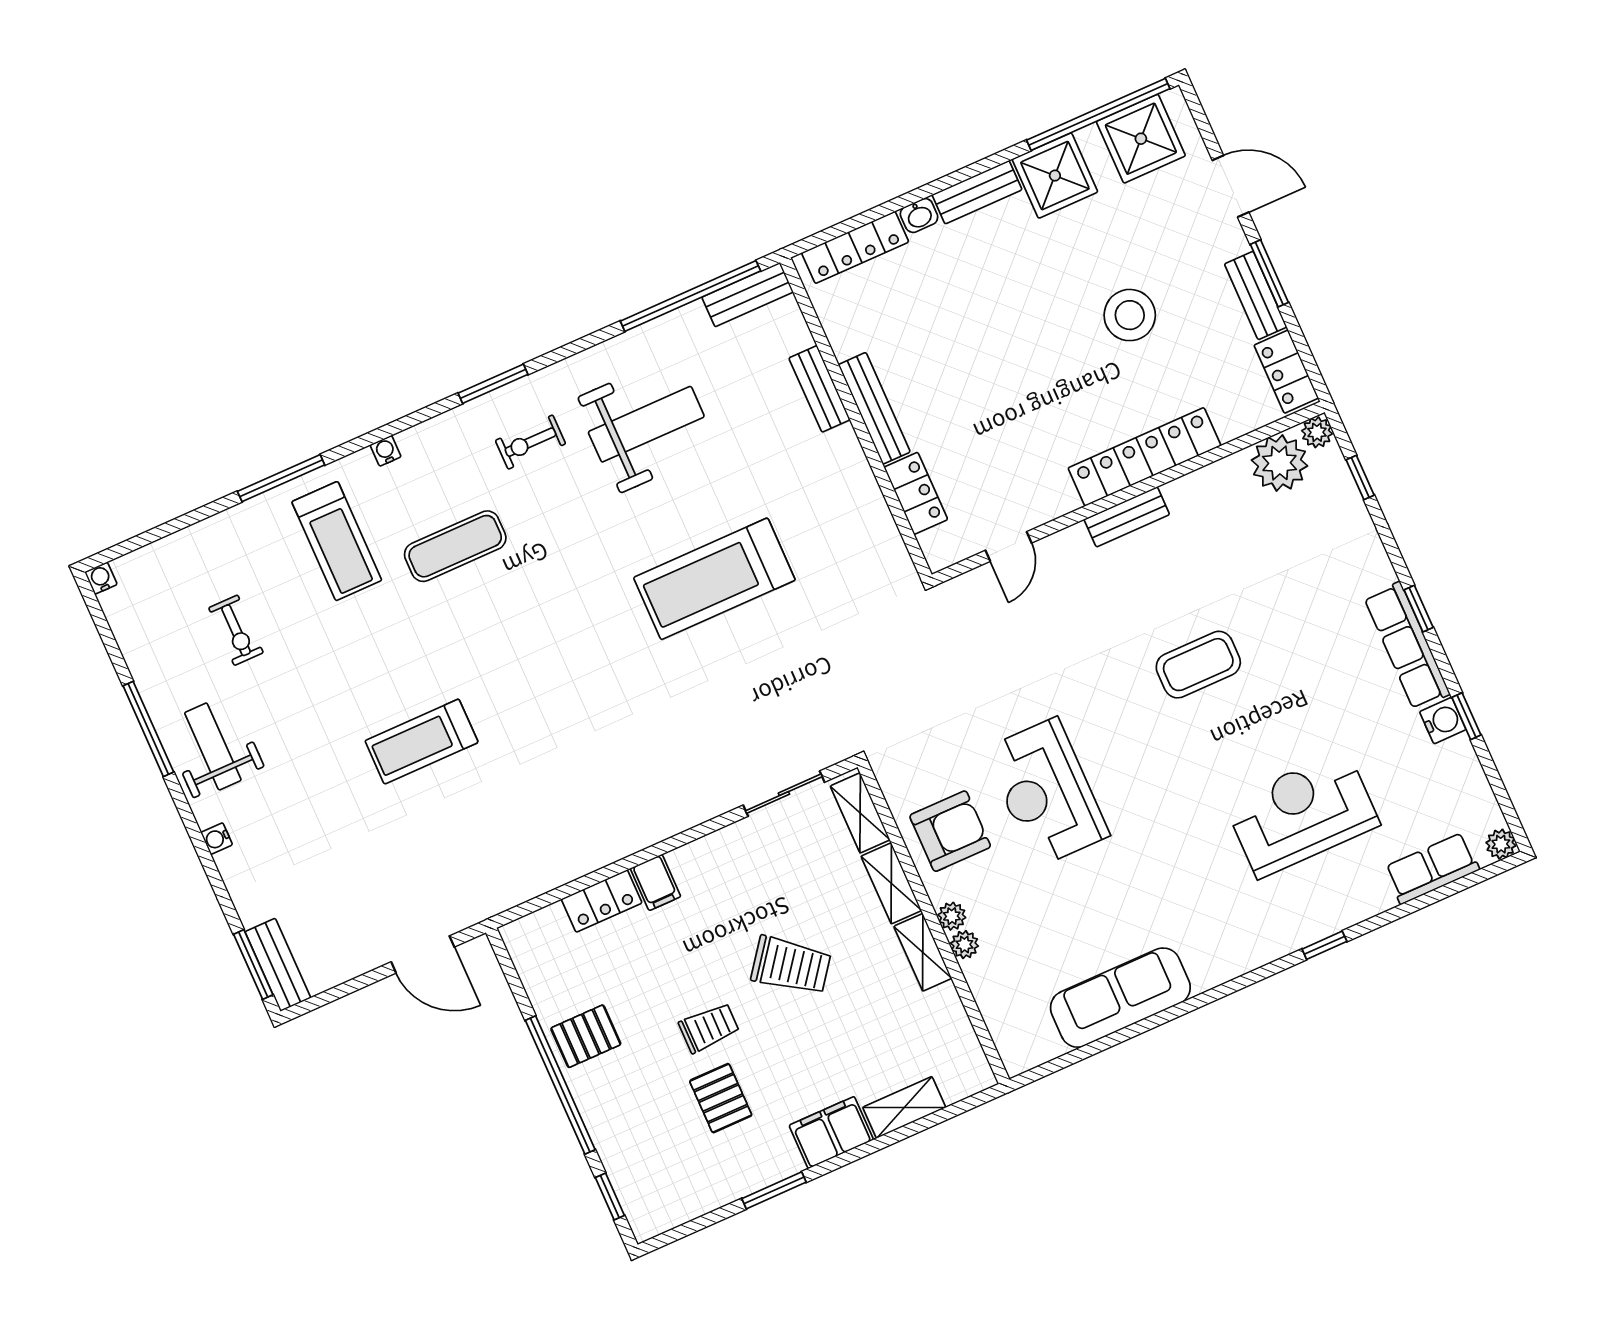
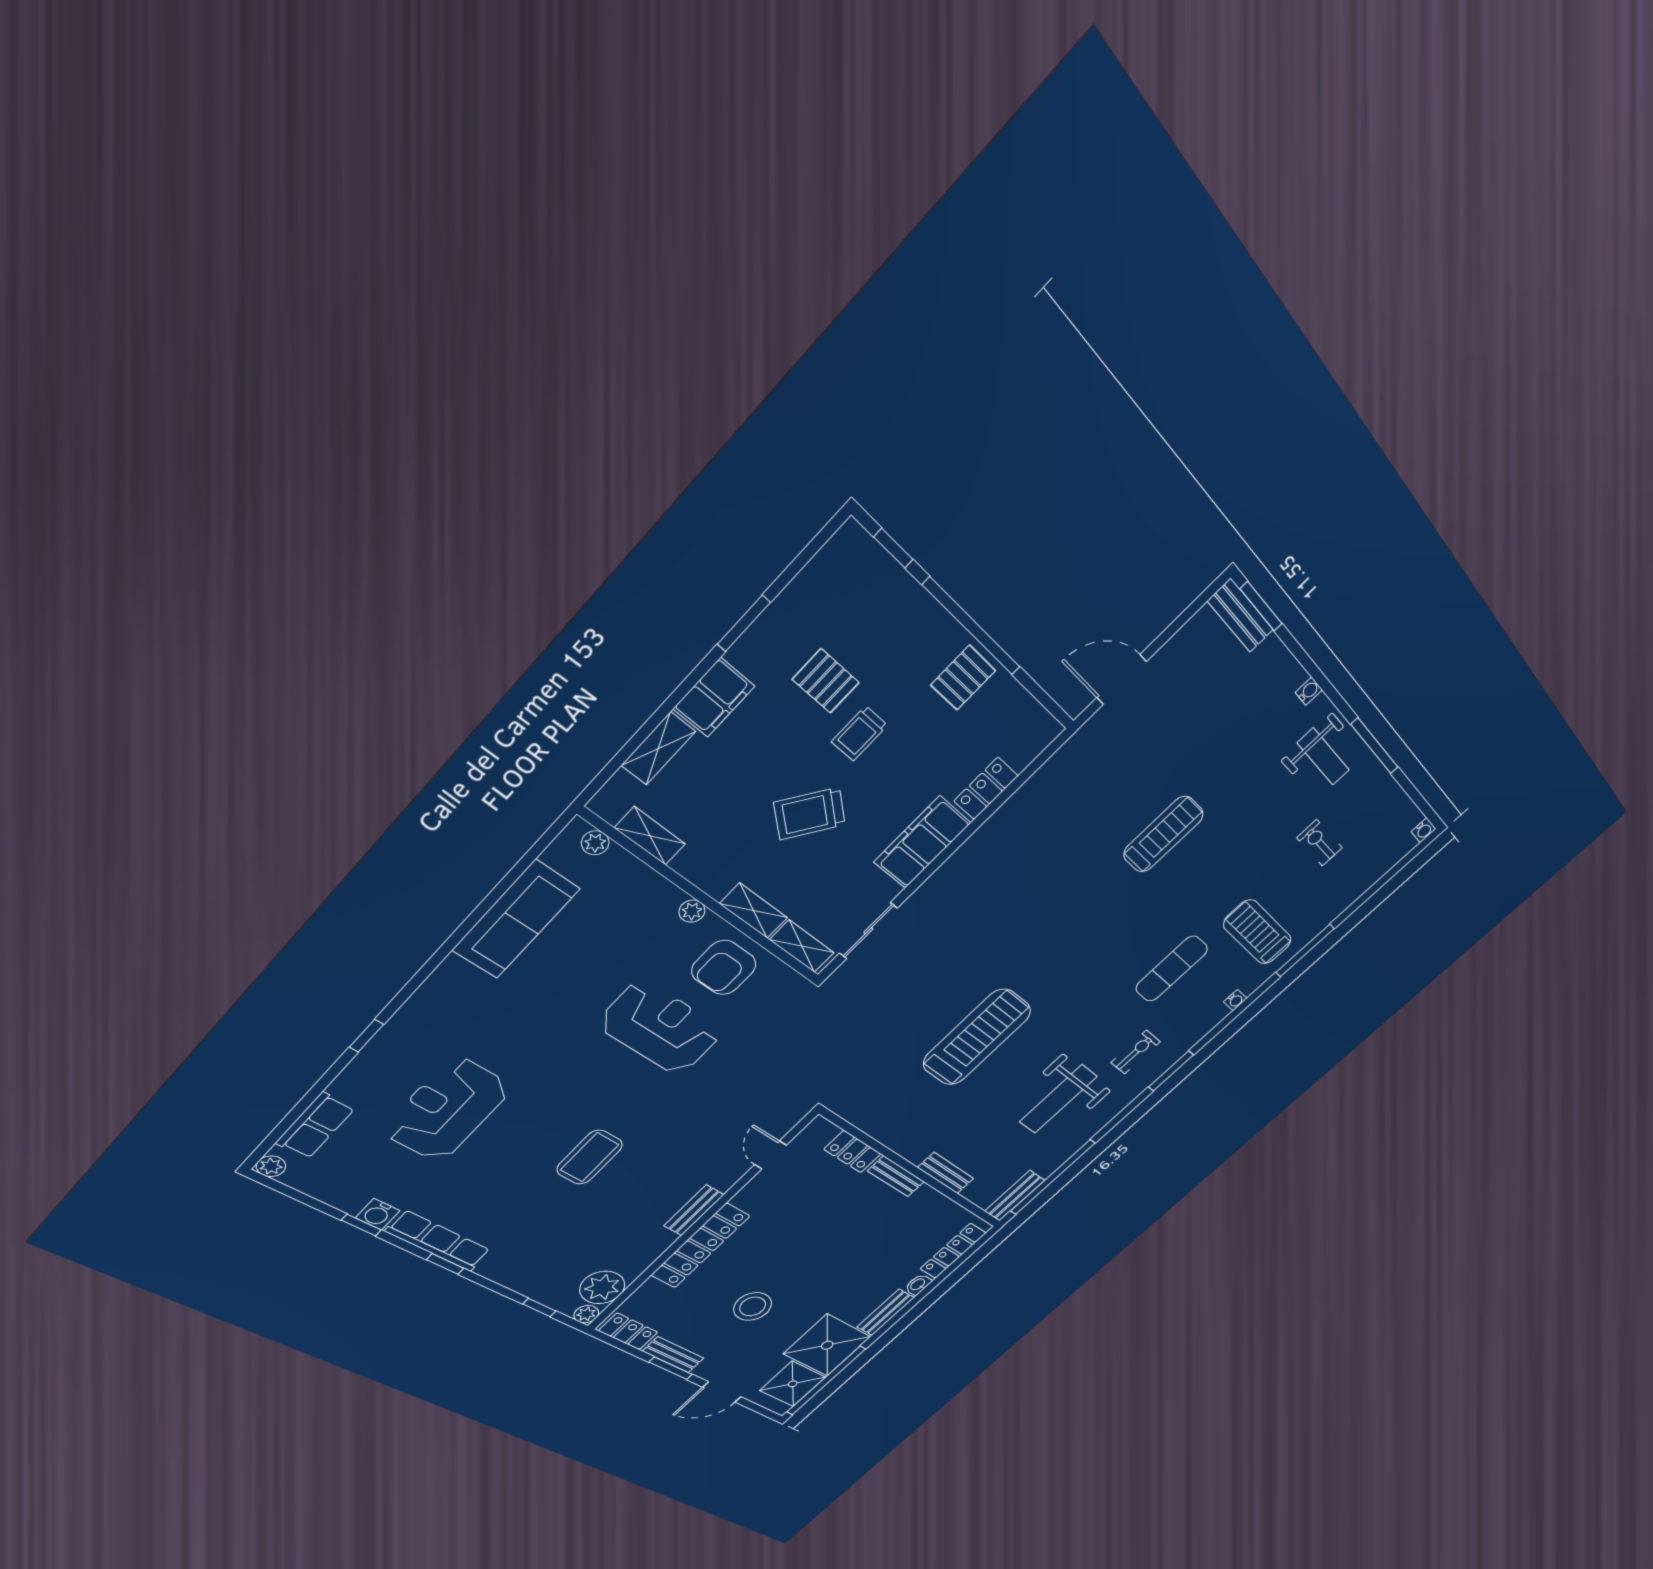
shower: (1055, 176) -> (827, 1345), width x1.37, depth x1.37
bench: (874, 408) -> (896, 1176), width x0.73
reception desk: (1302, 814) -> (447, 1109), turned 180
filing cabinet: (656, 882) -> (922, 842), width x3.00, depth x1.17
plant: (965, 945) -> (595, 843), moved
shelving: (923, 952) -> (650, 836), moved

